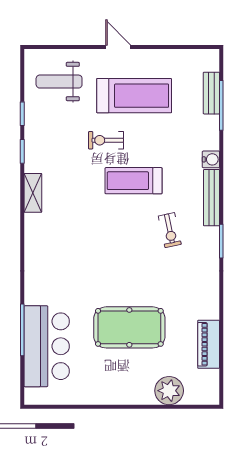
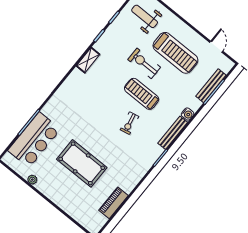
door: (118, 47) -> (216, 47), moved
bench: (211, 93) -> (211, 86), width x1.36
exercise bike: (106, 140) -> (144, 63), width x1.38, depth x1.39
exercise bike: (170, 230) -> (129, 123), moved
plant: (169, 391) -> (32, 180), moved, width x0.53, depth x0.53

